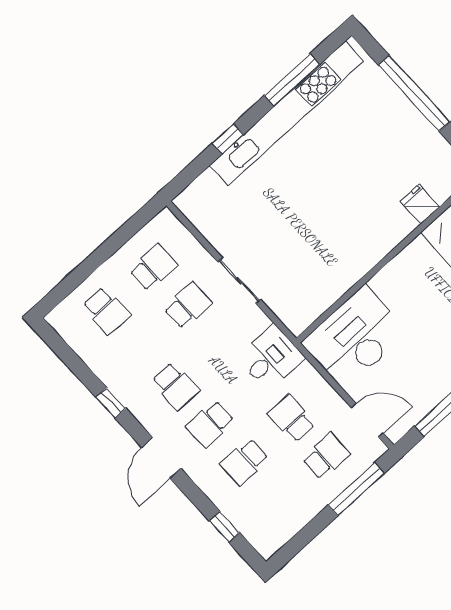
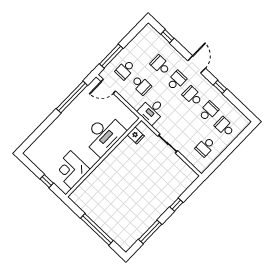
kitchen unit: (287, 113) -> (152, 217), removed
fridge: (420, 204) -> (136, 135), moved
school desk: (188, 305) -> (208, 111), moved, turned 180
desk: (355, 337) -> (104, 135), moved
school desk: (245, 462) -> (160, 65), turned -90

